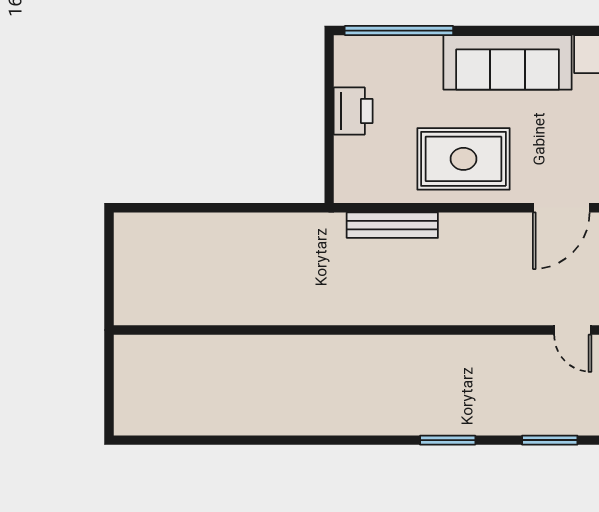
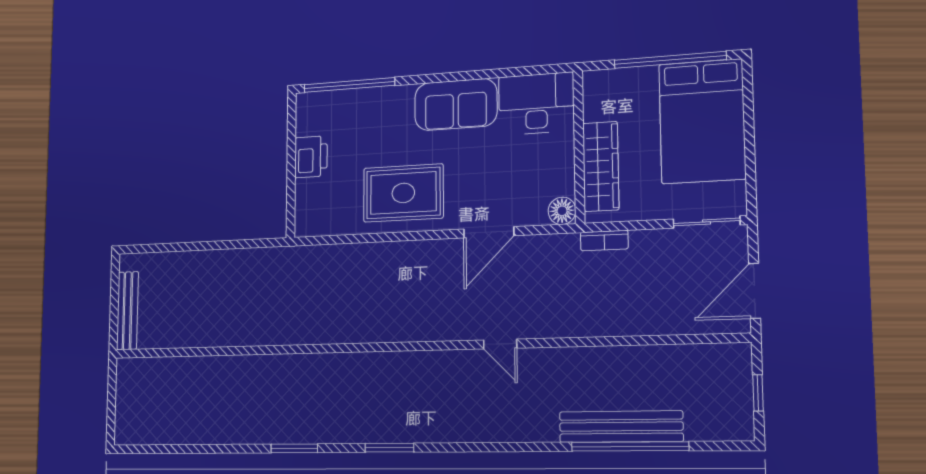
sofa: (508, 62) -> (456, 105), width x0.73
bench: (392, 225) -> (127, 311), moved, turned 90
window: (550, 440) -> (294, 448), moved

